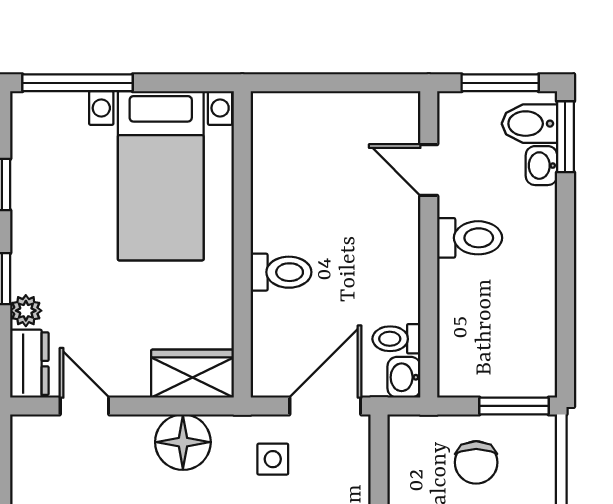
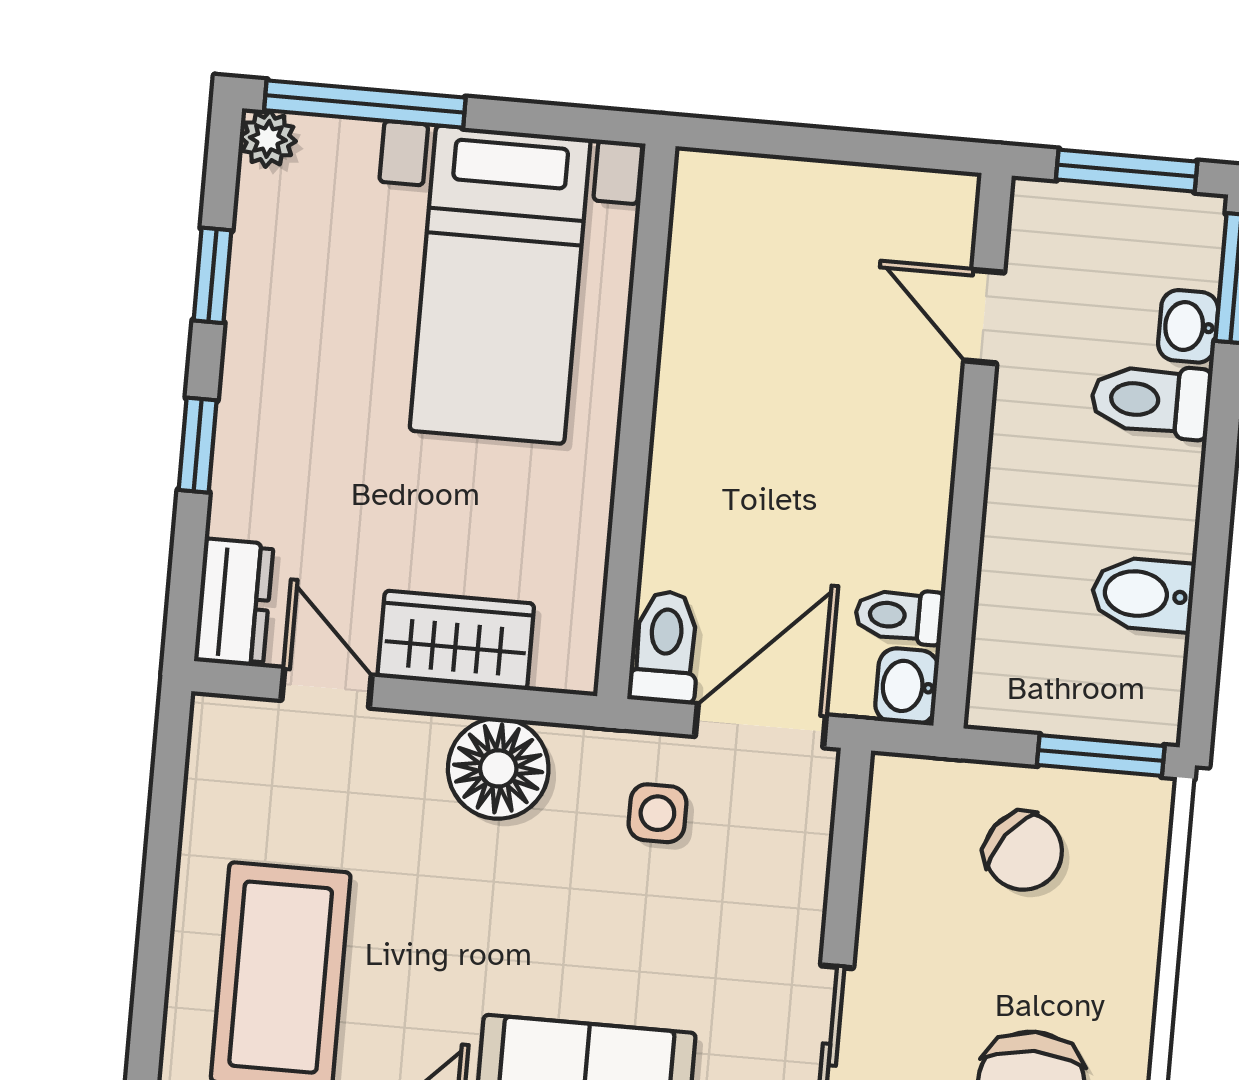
bidet: (529, 124) -> (1143, 594), moved
toilet: (470, 238) -> (1151, 400), moved, turned 180
toilet: (281, 272) -> (665, 647), moved, turned -90
plant: (26, 311) -> (268, 139), moved
wardrobe: (192, 374) -> (456, 640), moved
chair: (476, 462) -> (1023, 851), turned -53

